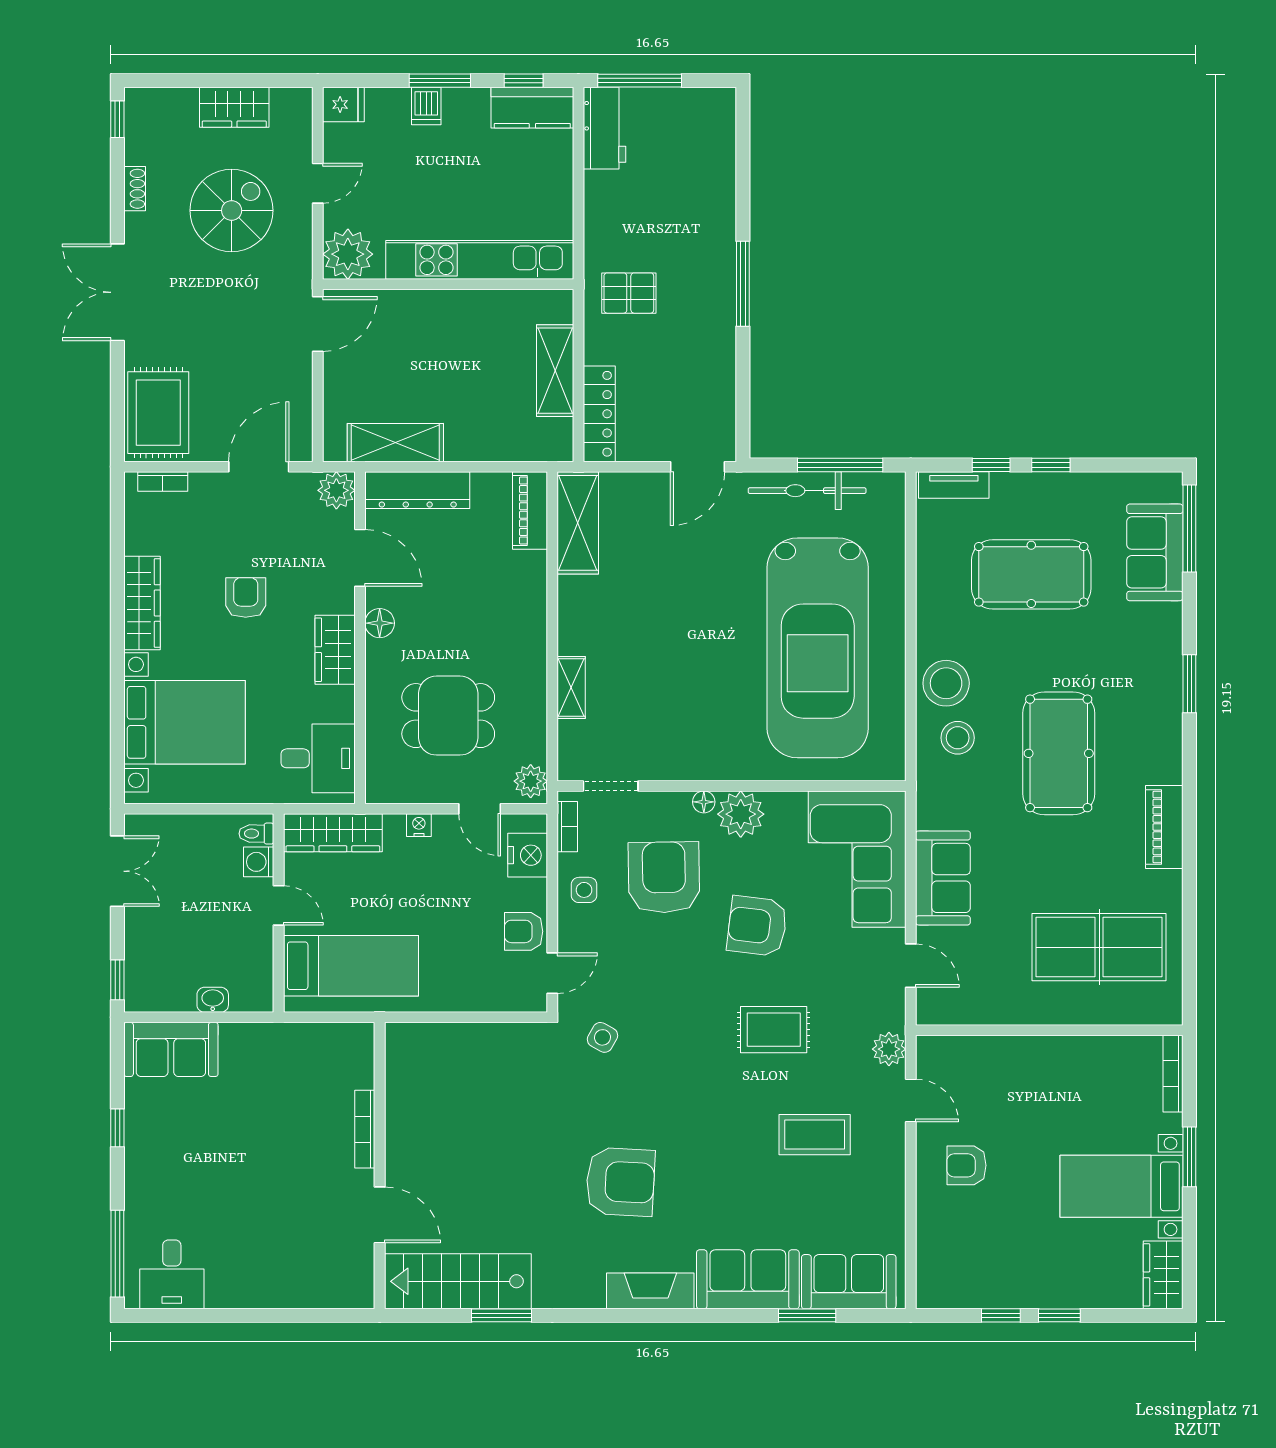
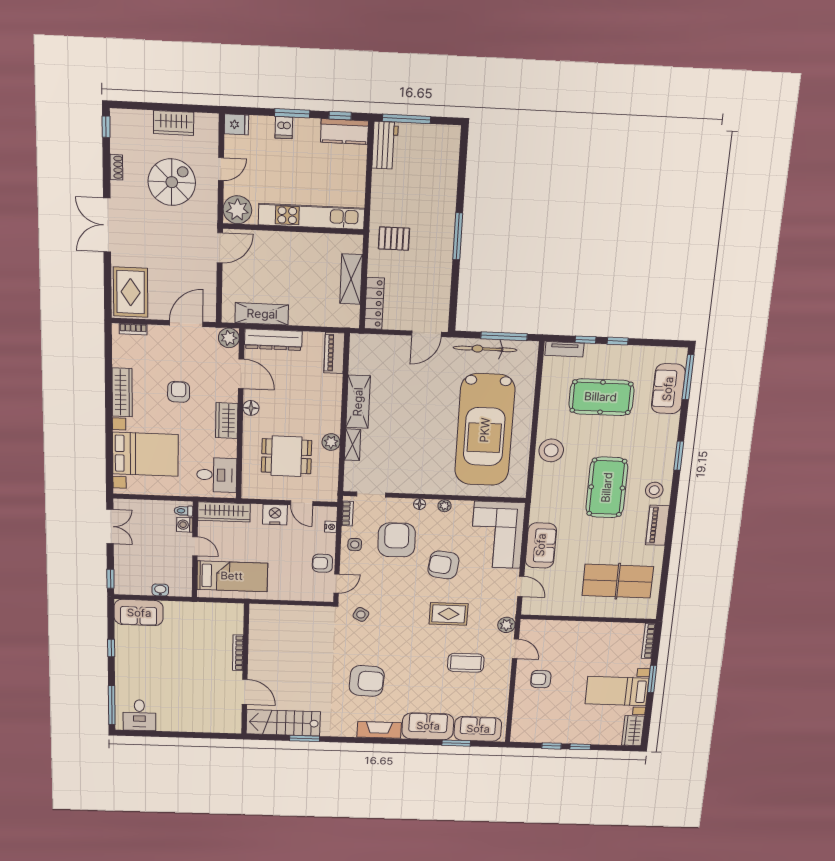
shelving: (578, 523) -> (358, 402), moved
stool: (958, 738) -> (654, 490), moved
plant: (531, 781) -> (331, 442), moved
plant: (741, 814) -> (445, 506), width x0.53, depth x0.53
nightstand: (419, 825) -> (275, 515), width x1.89, depth x1.79
nightstand: (528, 855) -> (331, 527), width x0.53, depth x0.56

